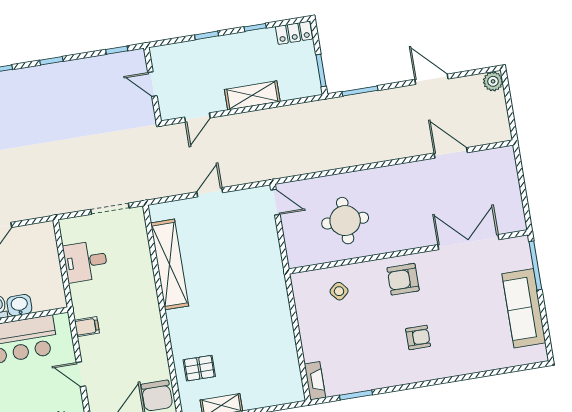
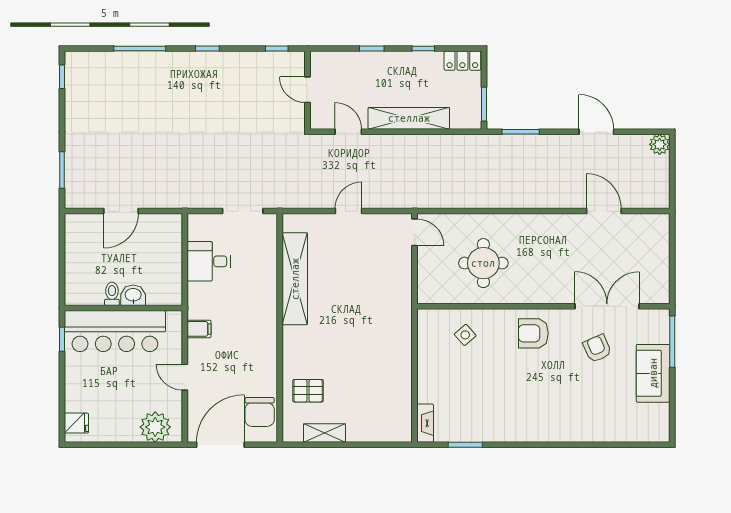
shelving: (252, 95) -> (409, 118), width x1.47
door: (197, 118) -> (348, 132), swing flipped
sofa: (524, 308) -> (653, 373), width x0.73
armchair: (418, 337) -> (597, 348), moved, turned -114

